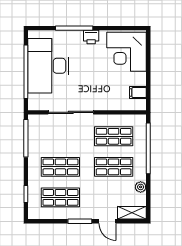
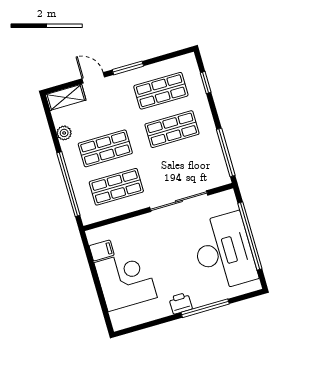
corner desk: (127, 52) -> (126, 280), moved

